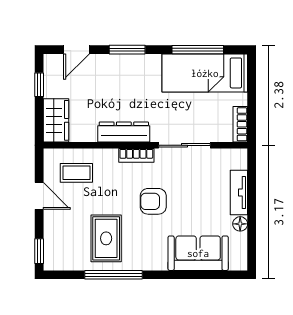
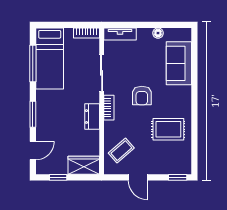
door: (76, 50) -> (33, 151), hinge flipped
dresser: (124, 132) -> (92, 117), width x0.70
coffee table: (76, 173) -> (121, 151), turned 49
tv unit: (239, 193) -> (120, 34), moved
door: (39, 196) -> (138, 177), swing flipped
window: (114, 275) -> (194, 124), removed

